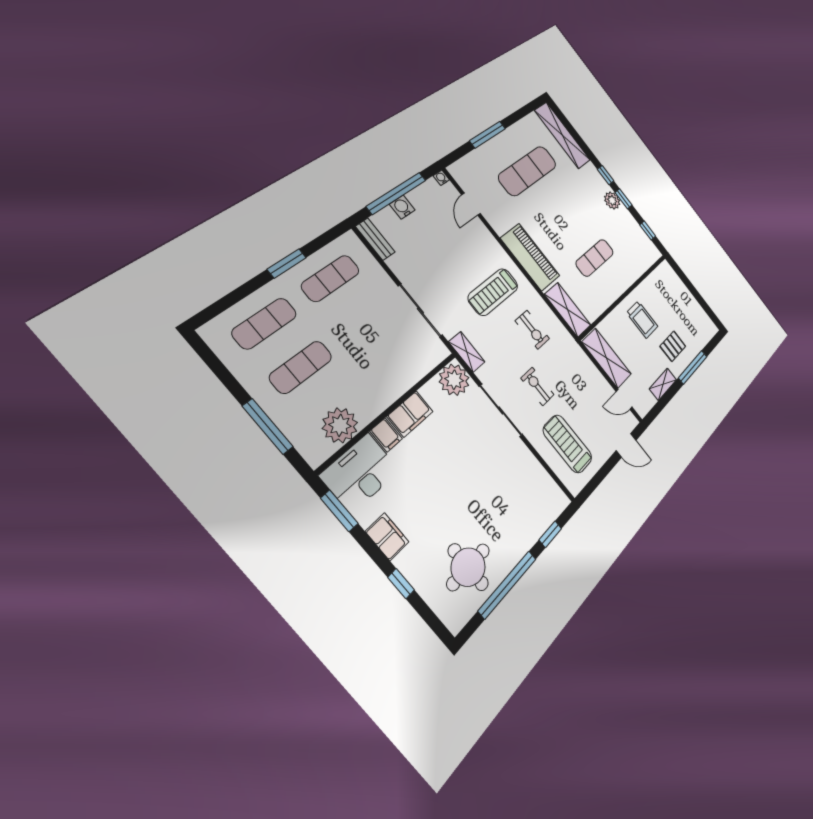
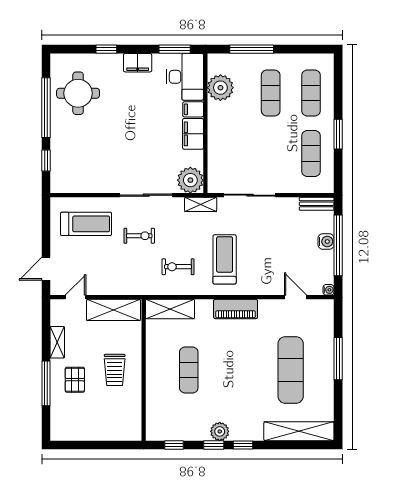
piano: (530, 257) -> (236, 309), width x0.73, depth x0.75
trolley: (642, 320) -> (115, 370), turned -90

